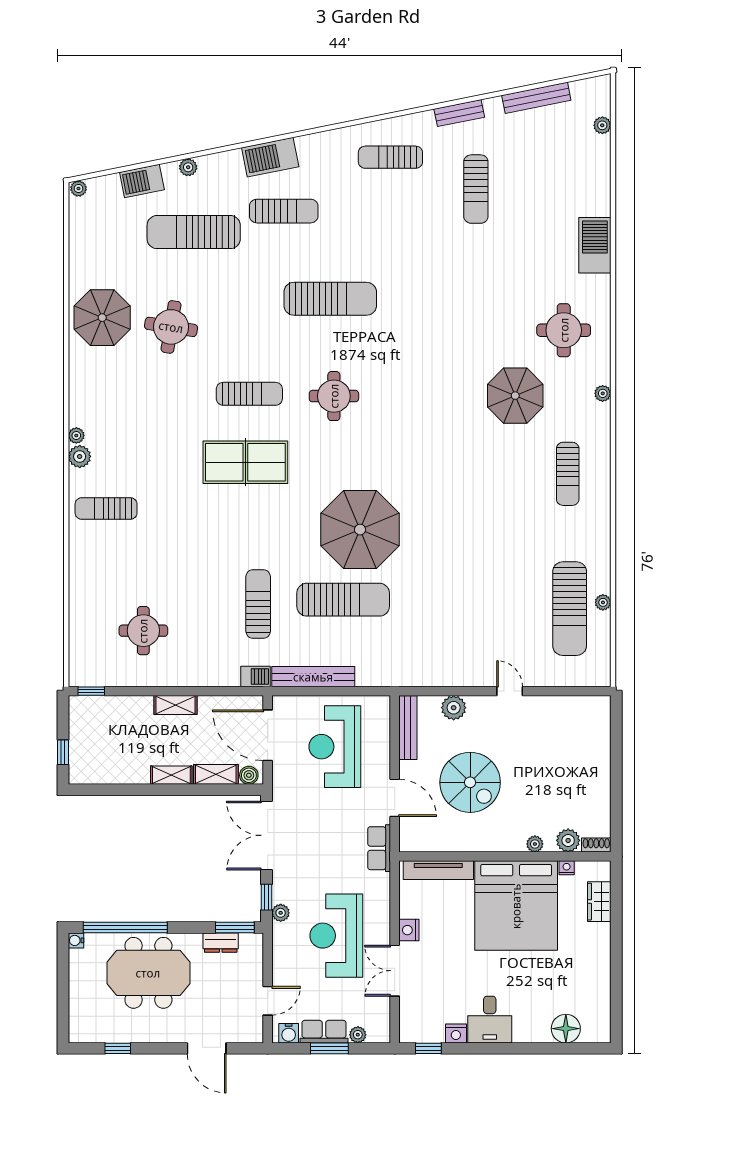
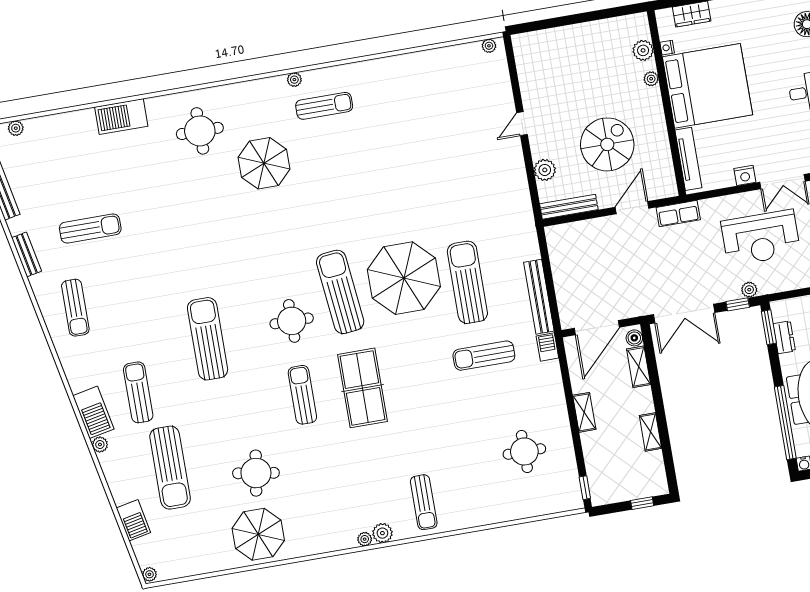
plant: (188, 167) -> (100, 445), moved
plant: (603, 393) -> (294, 80), moved
plant: (603, 602) -> (489, 46), moved
sun lounger: (570, 609) -> (340, 292), moved, turned -96
reception desk: (335, 747) -> (597, 267), removed
shelving: (171, 775) -> (650, 432), moved
shoe rack: (596, 845) -> (643, 25), removed

